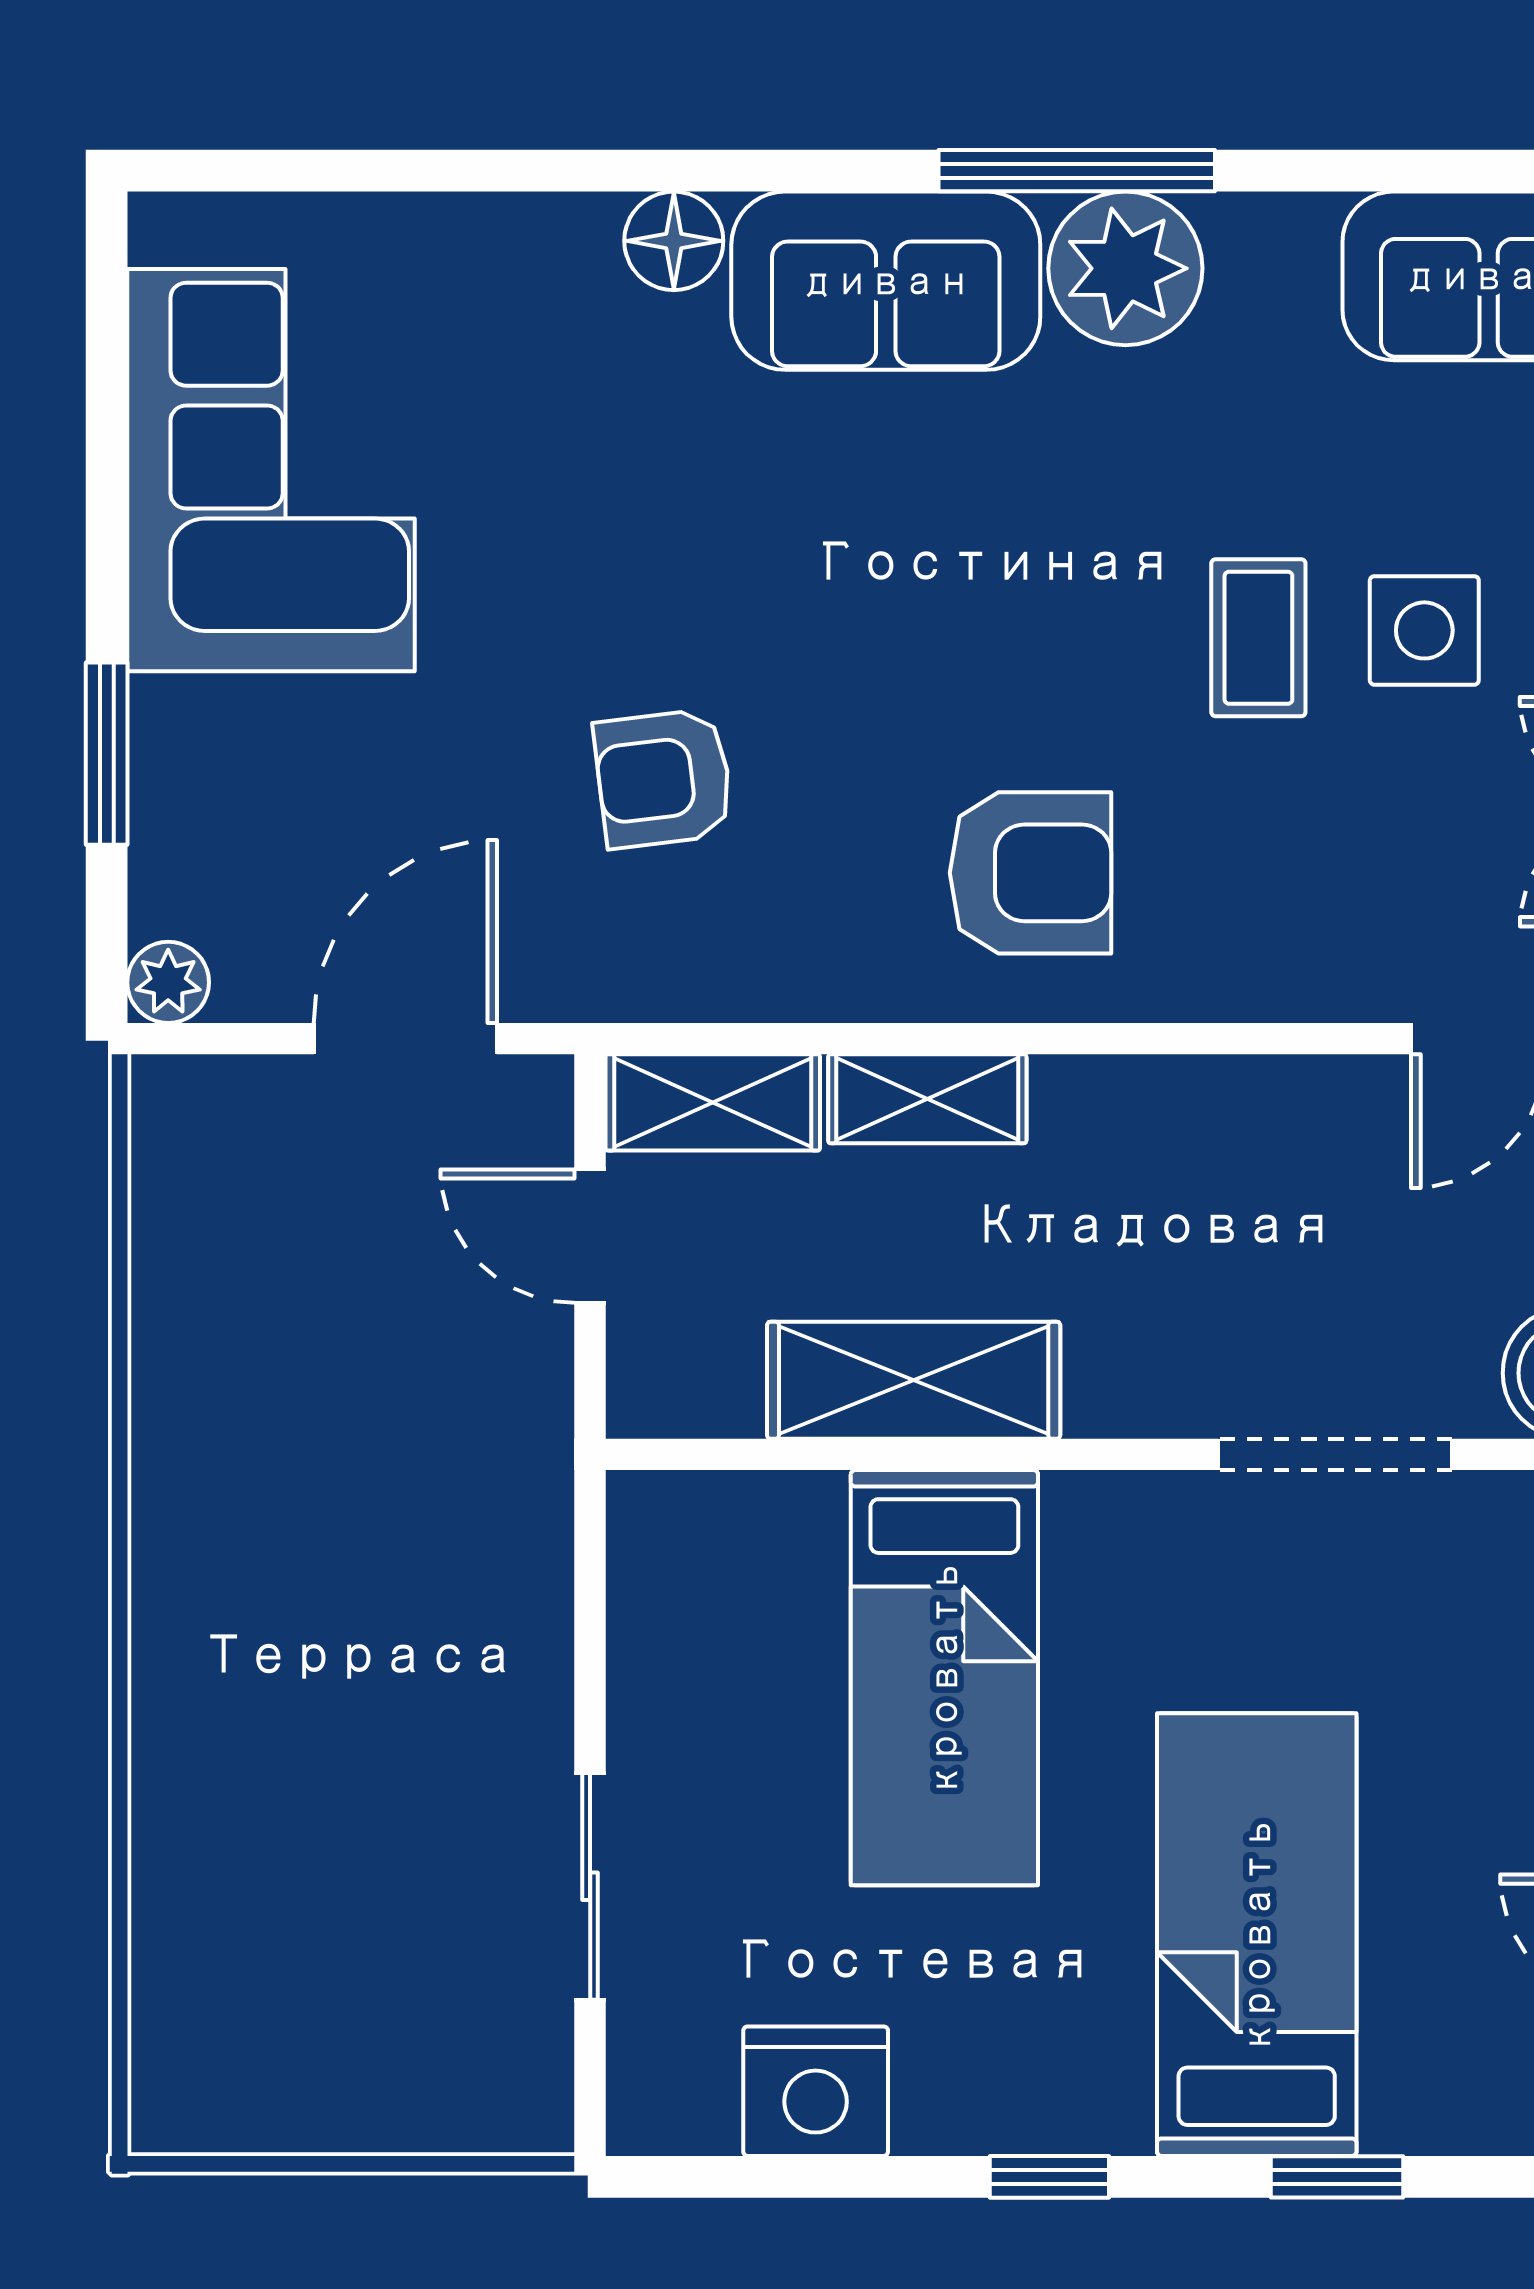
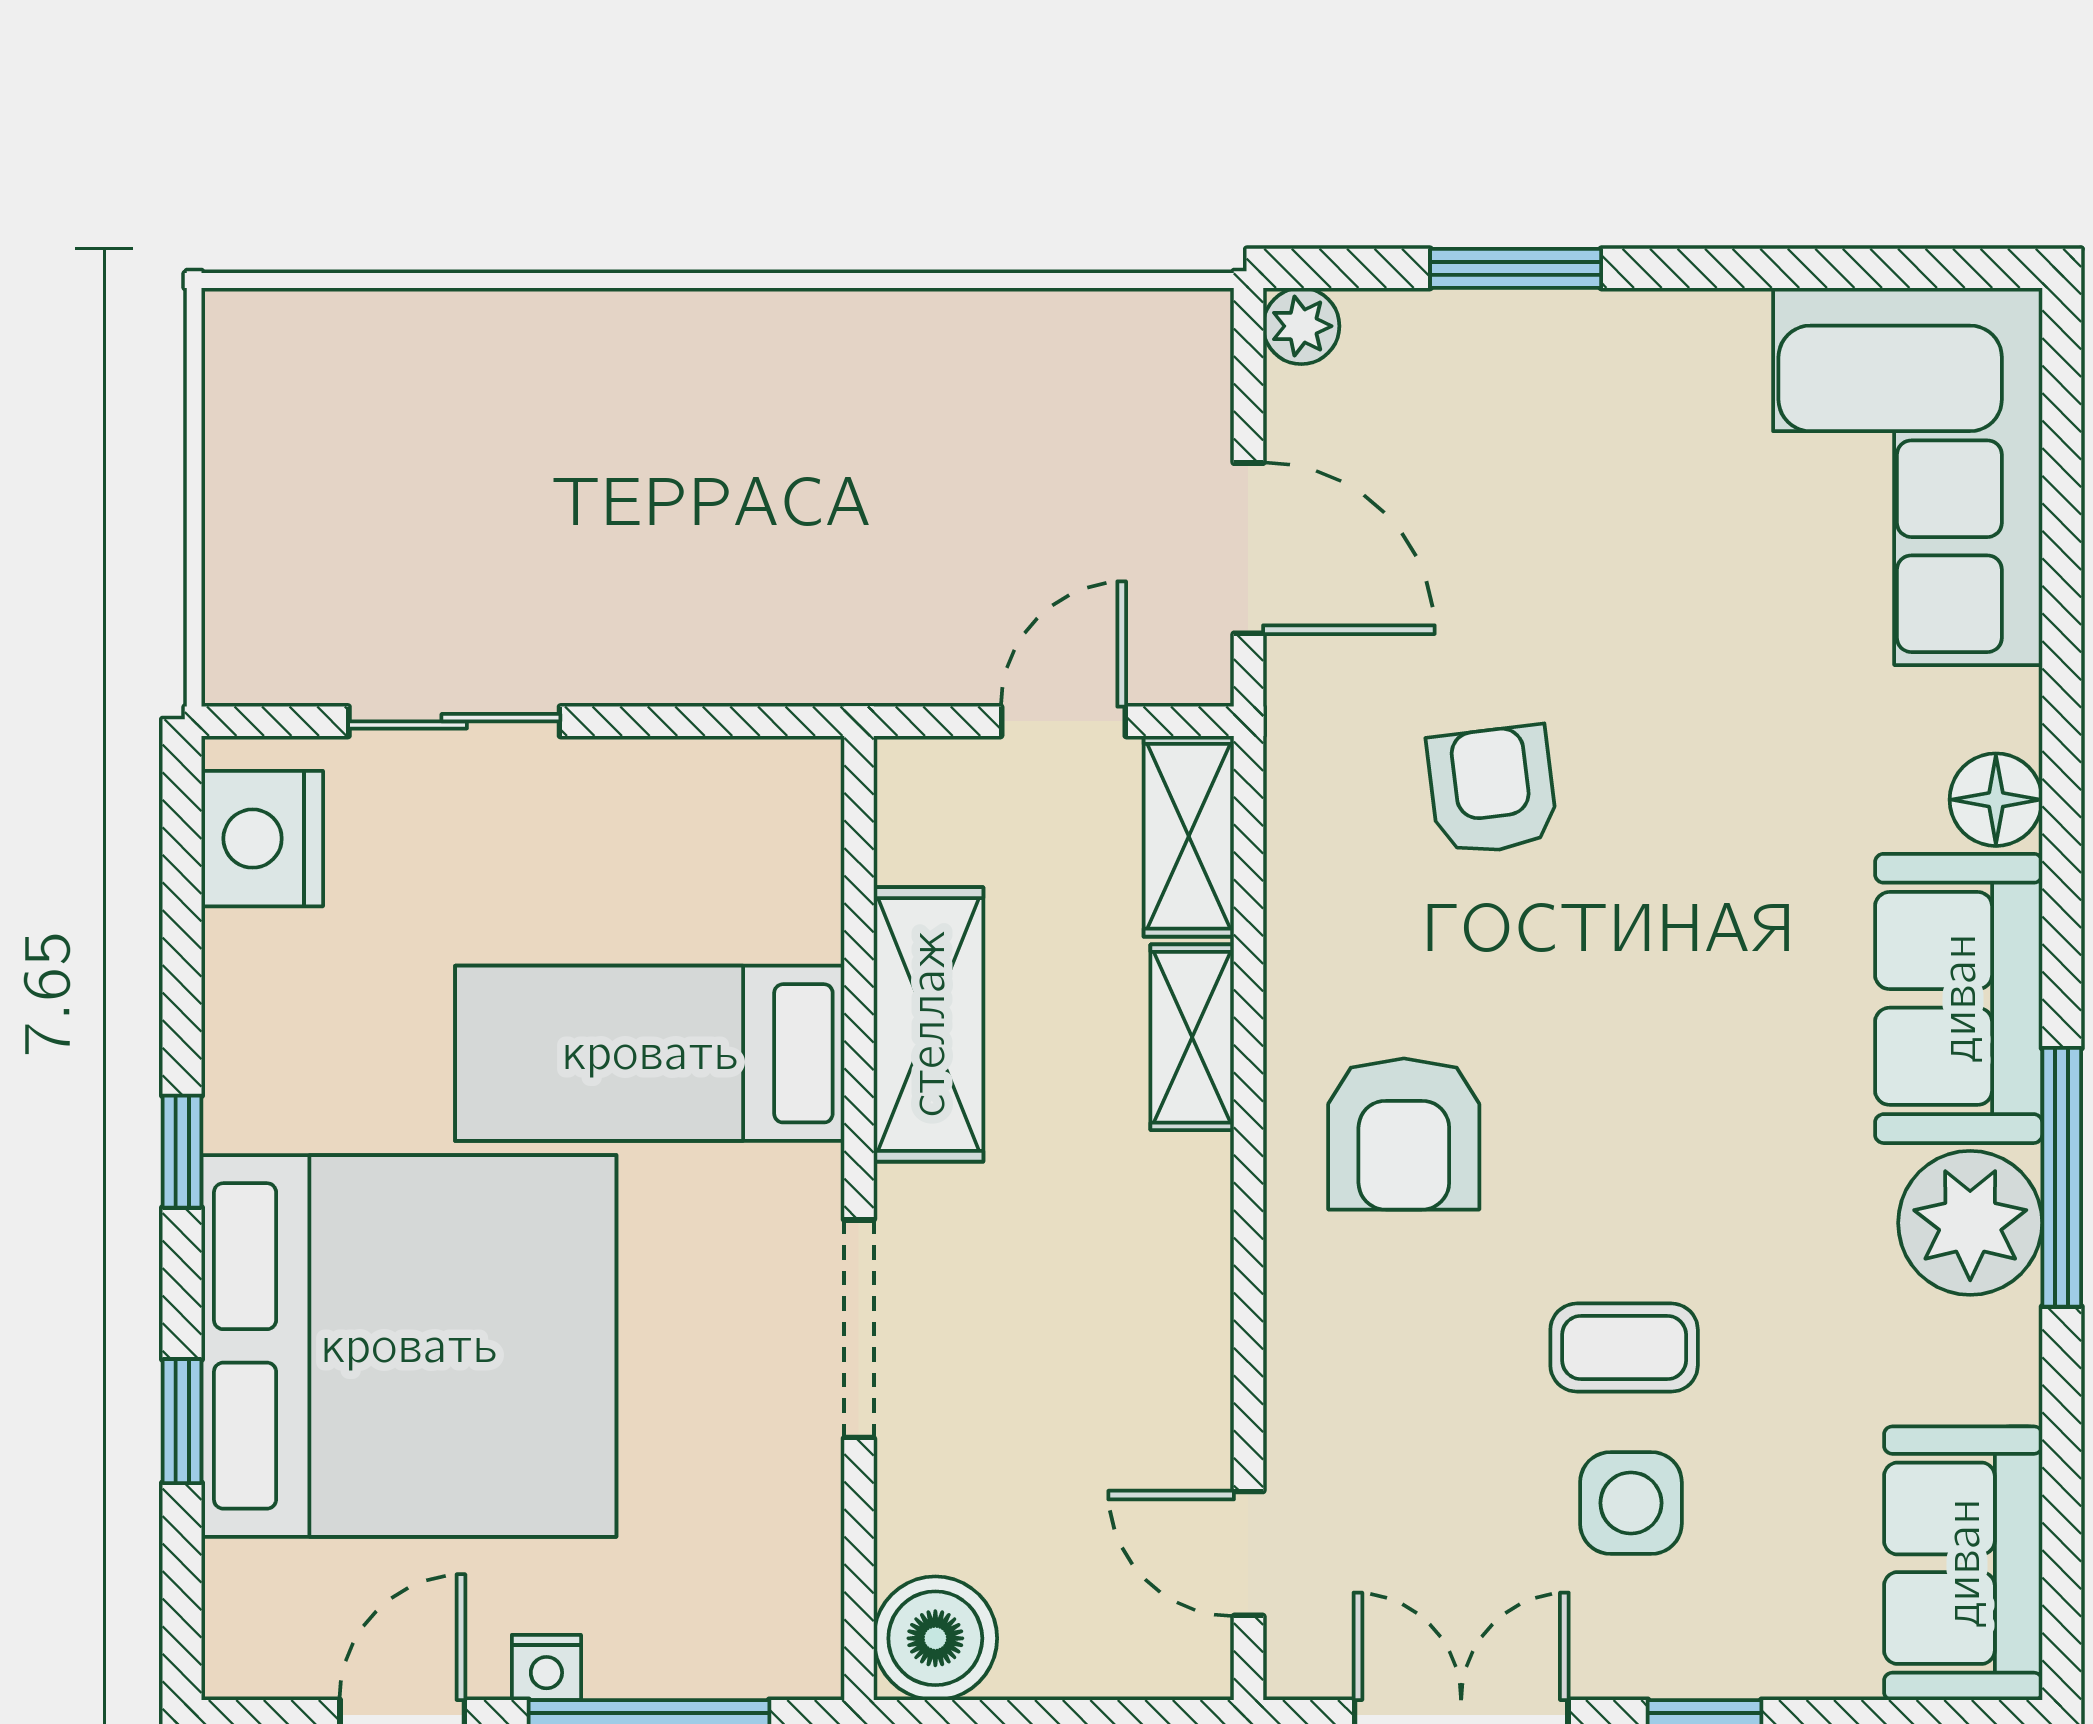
corner sofa: (271, 470) -> (1908, 476), moved, turned 90
doorway: (1335, 1454) -> (859, 1329), moved
bed: (1257, 1935) -> (409, 1346), width x2.04
nightstand: (816, 2091) -> (262, 839), moved

